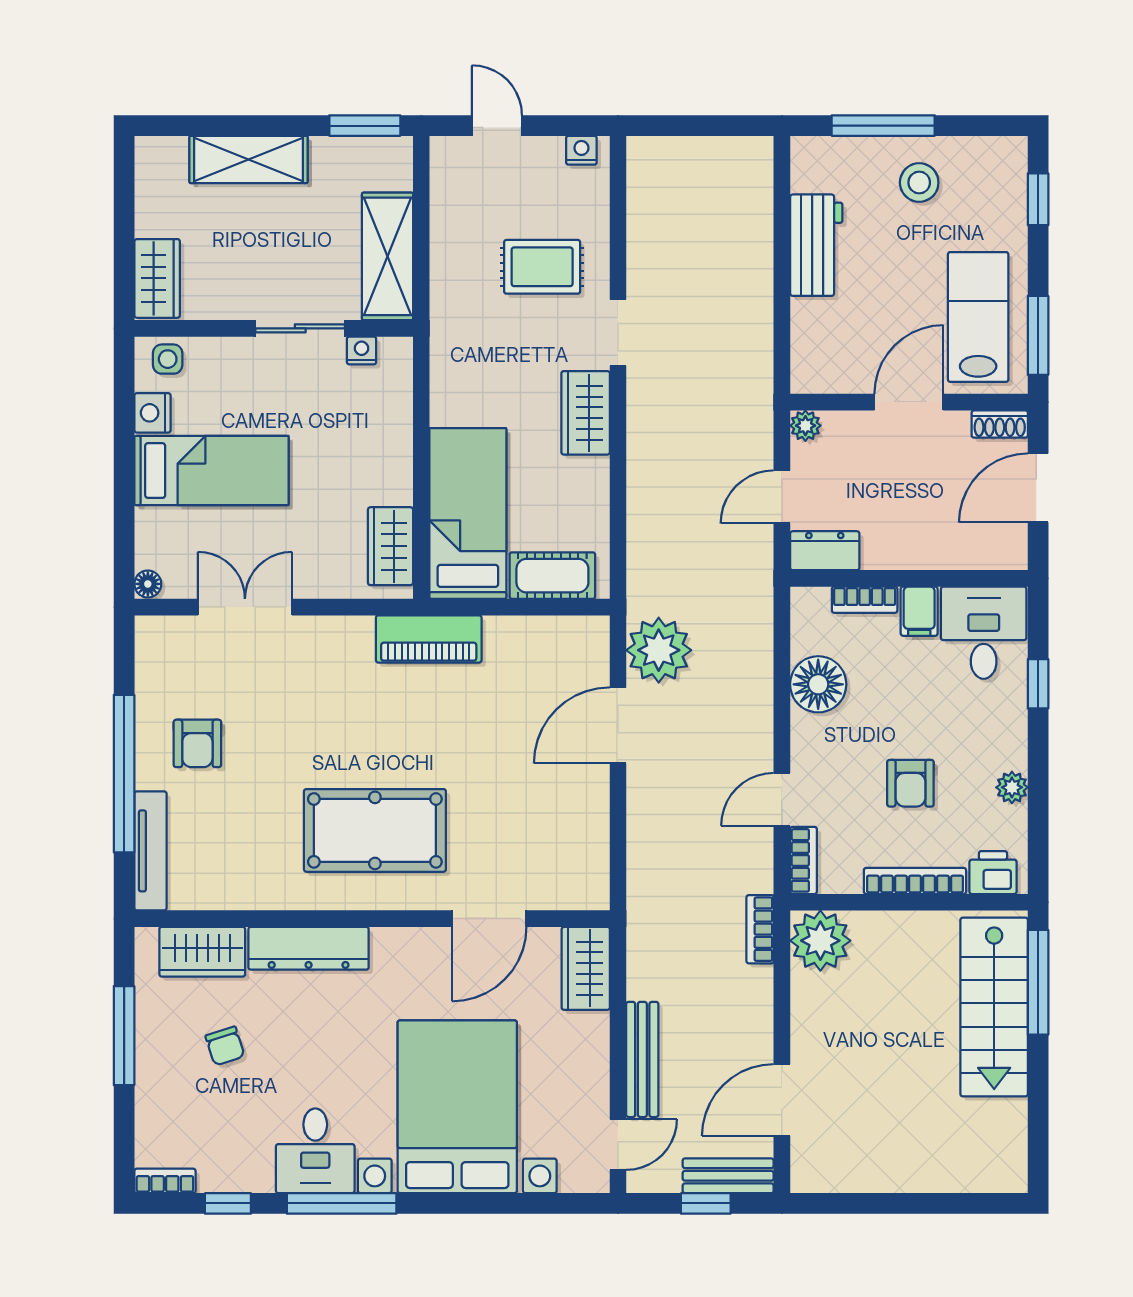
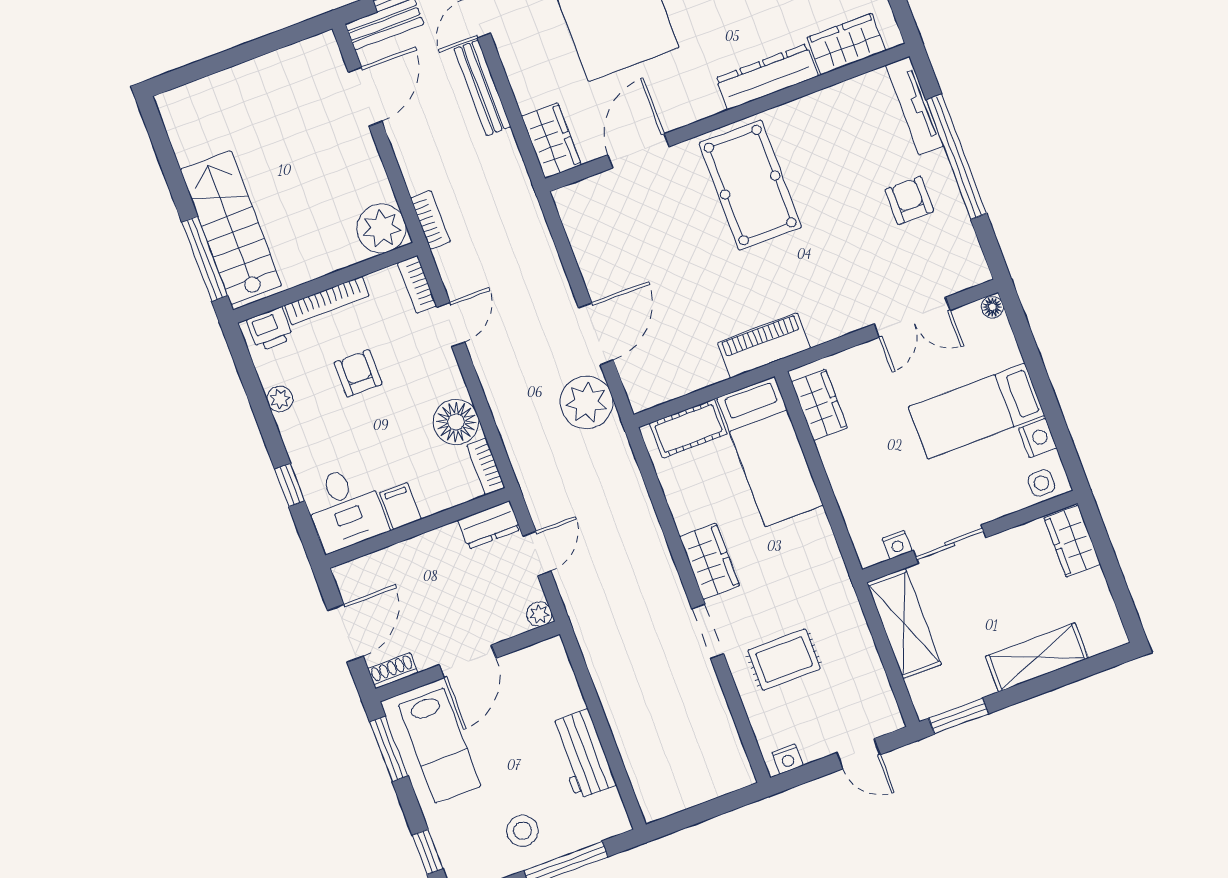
bookcase: (865, 600) -> (486, 466), moved, turned -90
pool table: (375, 830) -> (750, 185), turned 90

